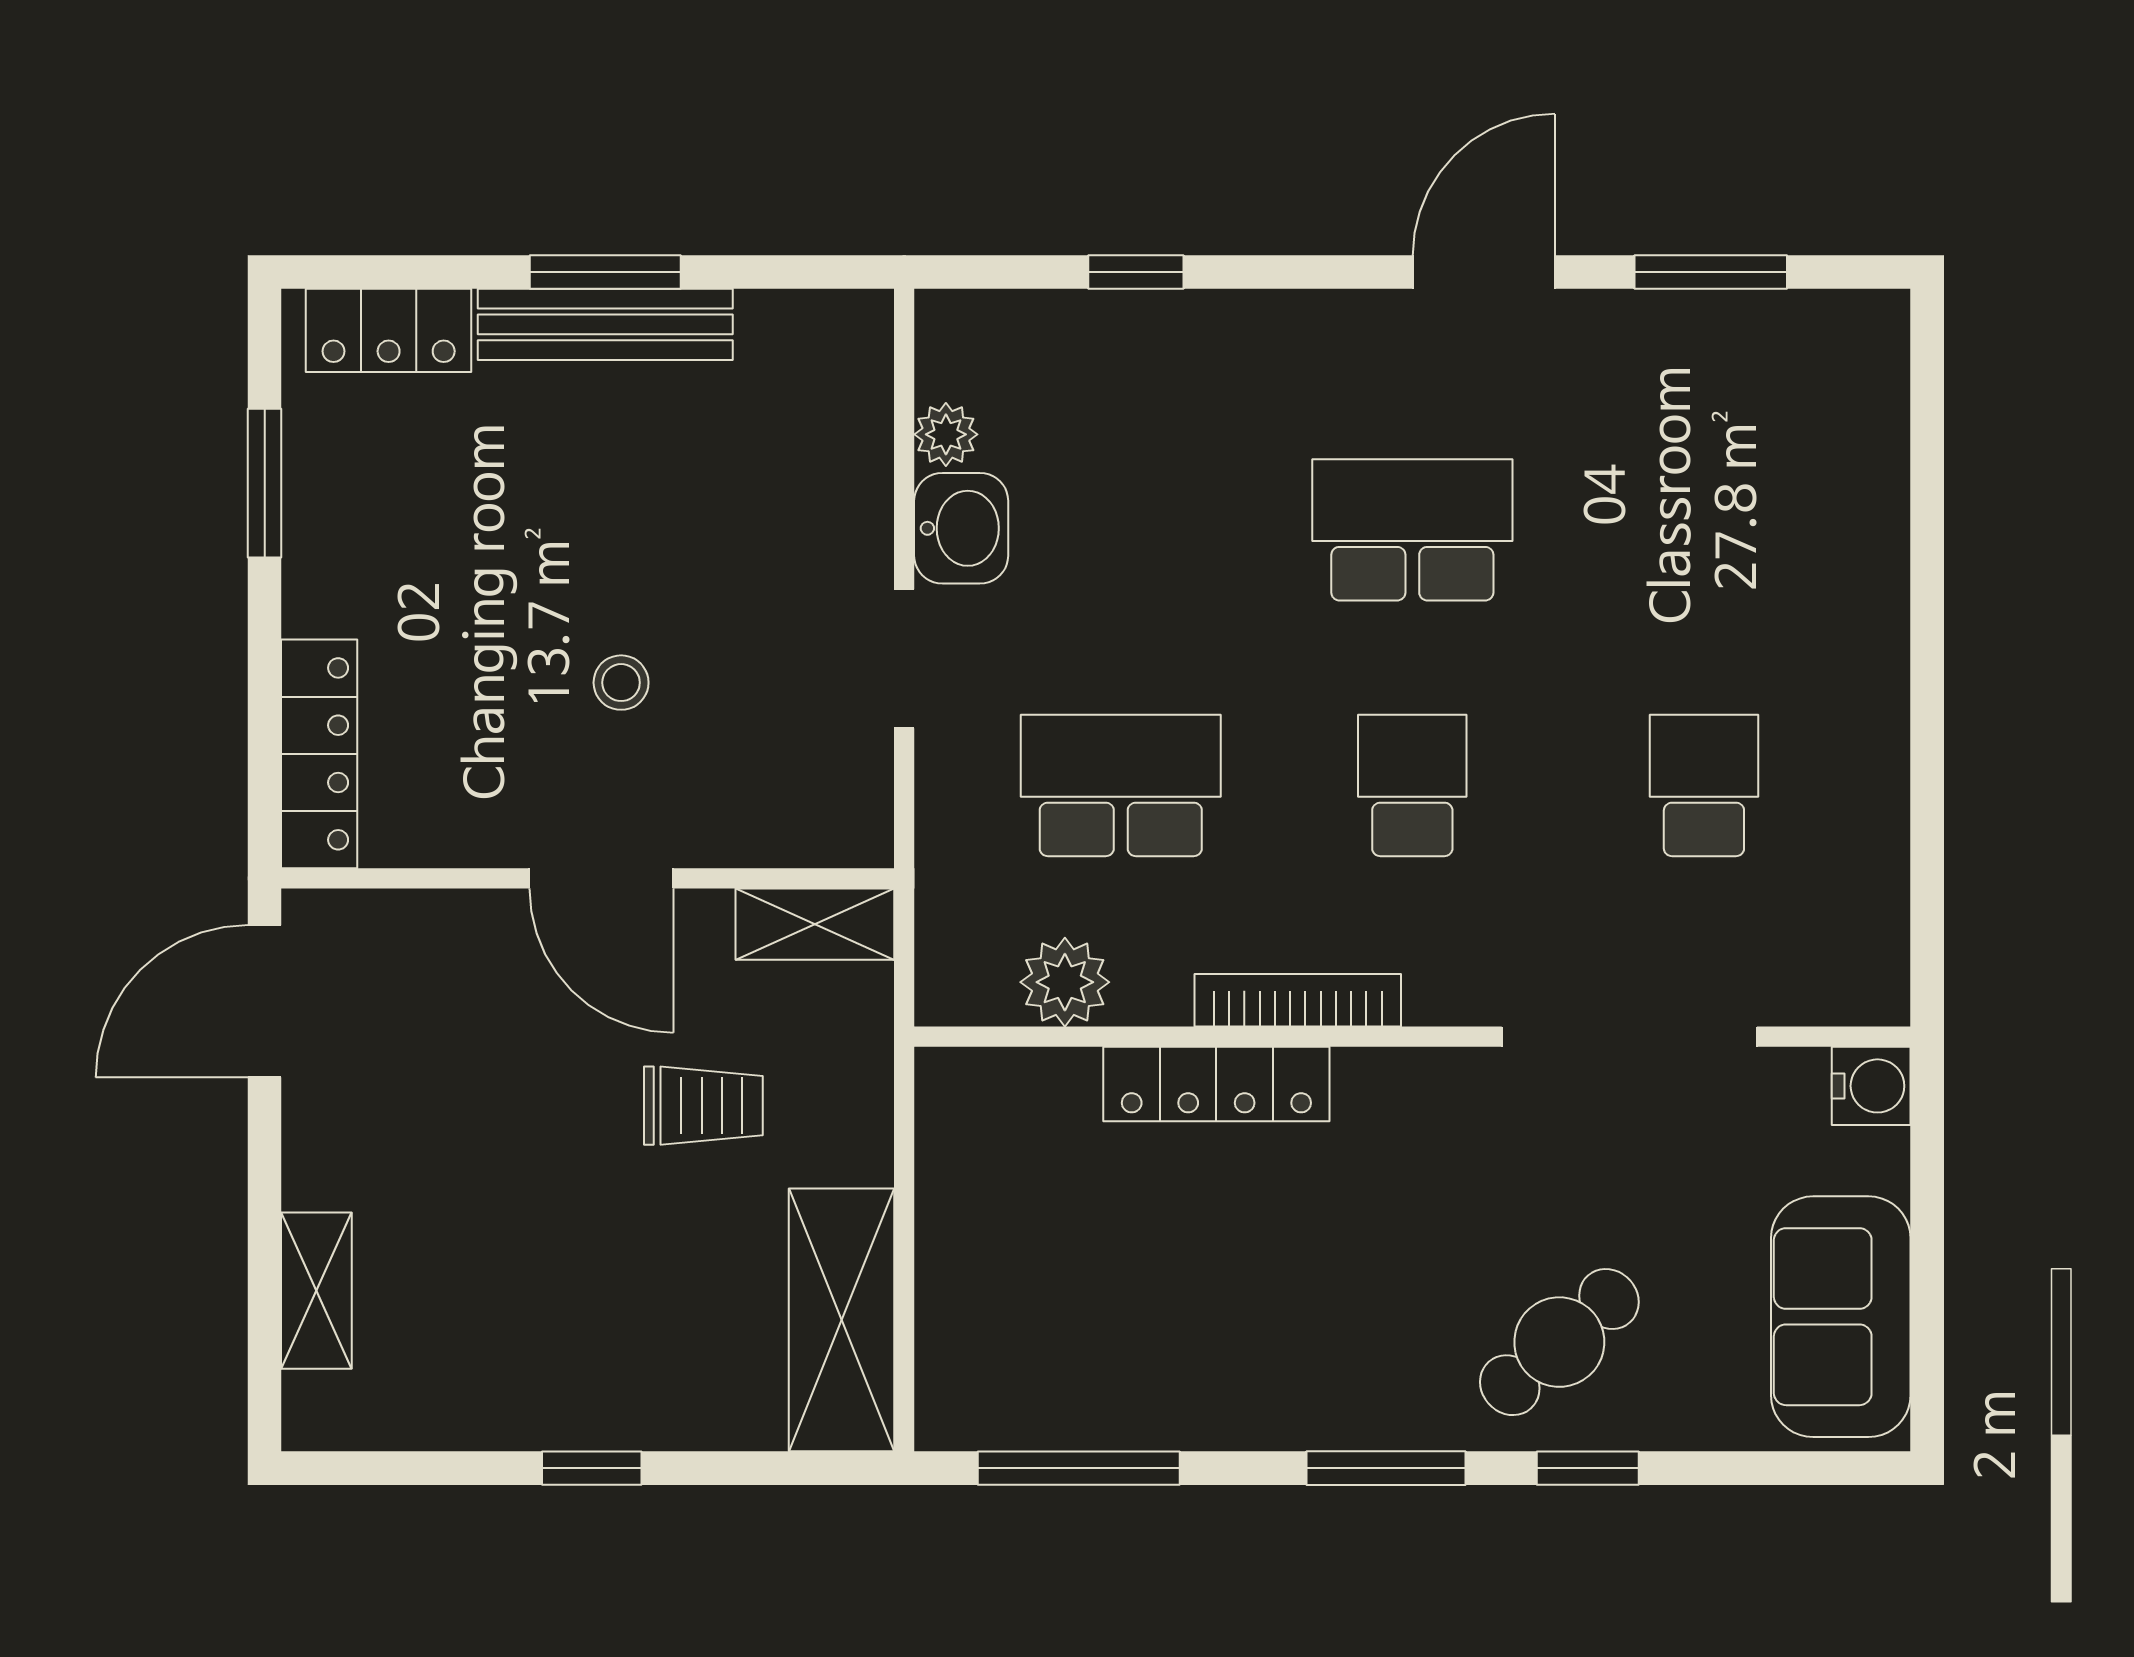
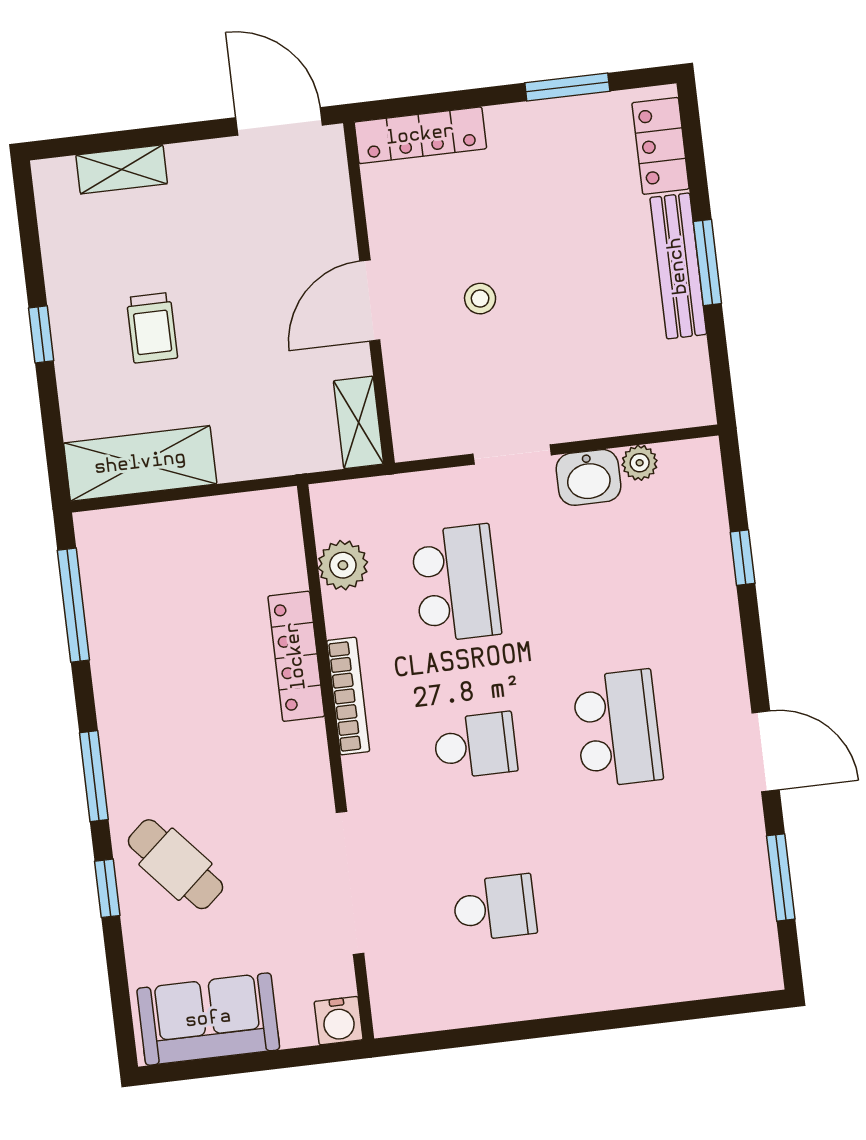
trolley: (703, 1106) -> (152, 328), moved

